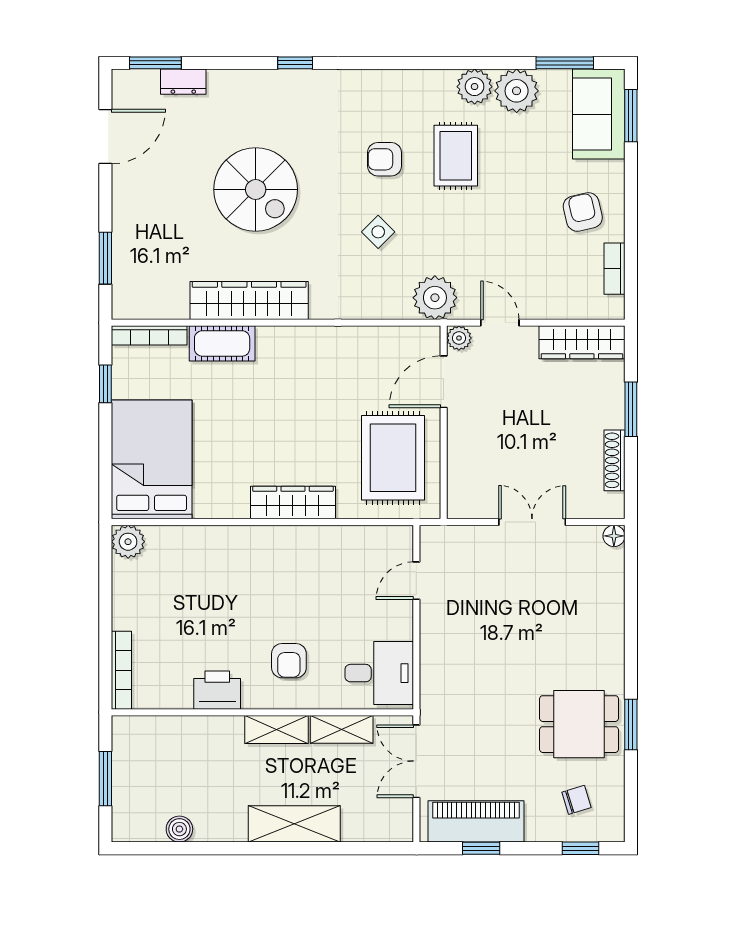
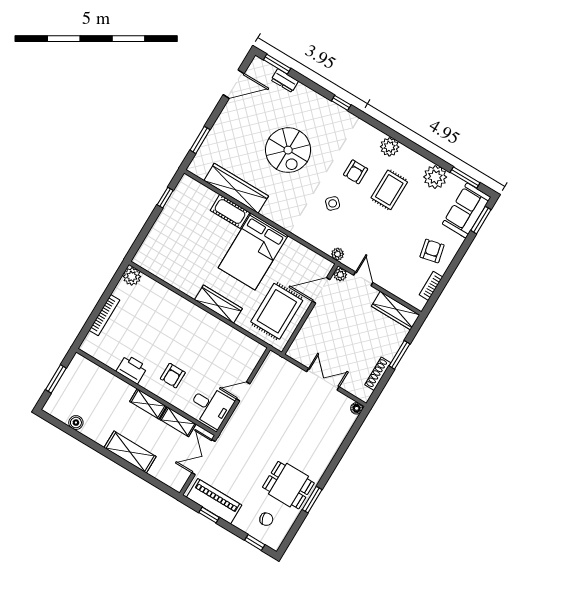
plant: (475, 87) -> (390, 147), moved
armchair: (384, 159) -> (356, 172), turned -90
plant: (435, 298) -> (338, 254), width x0.53, depth x0.53
wardrobe: (249, 301) -> (236, 188), moved
bookcase: (149, 335) -> (199, 188), removed
bed: (152, 459) -> (253, 252), moved, turned 180
door: (416, 581) -> (243, 391), moved
bookcase: (121, 670) -> (104, 315), moved

